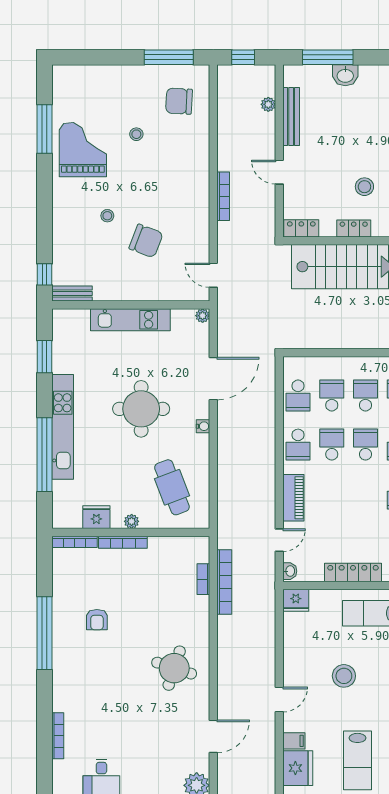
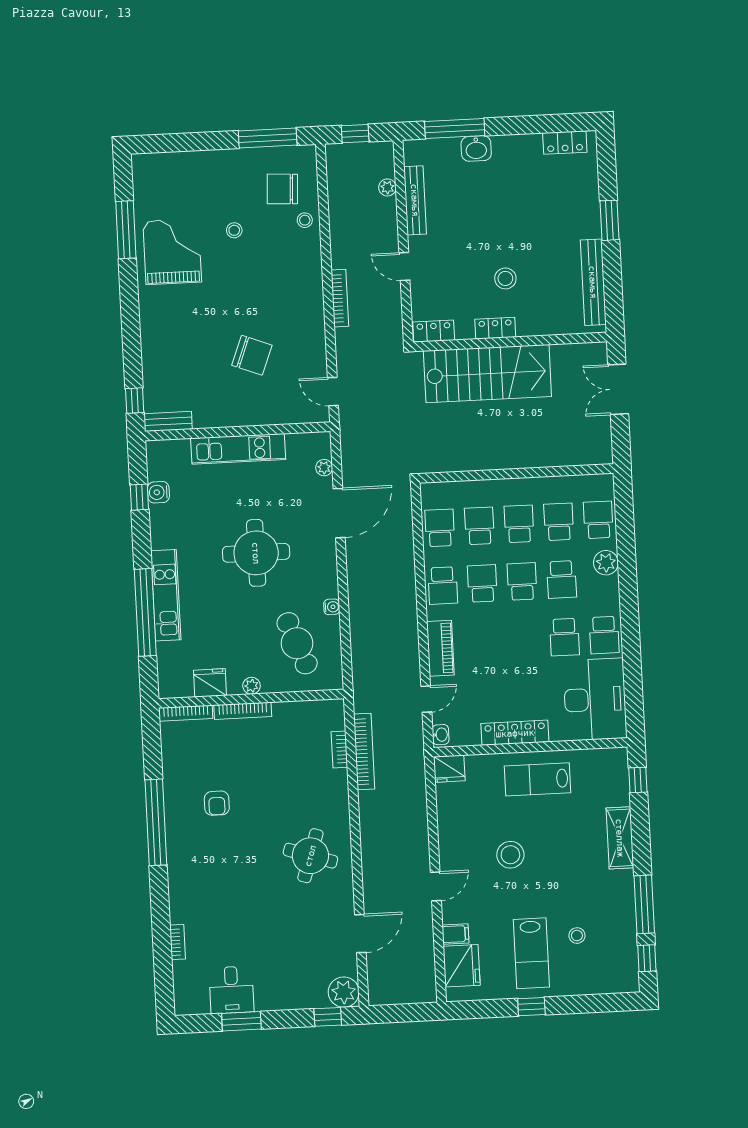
stool: (107, 216) -> (305, 220), moved
plant: (203, 316) -> (324, 468), moved
water cooler: (61, 353) -> (158, 492), added
window: (44, 357) -> (139, 497), width x0.67
school desk: (298, 396) -> (440, 528), turned 180
water cooler: (203, 426) -> (332, 607), moved
kitchen unit: (63, 427) -> (166, 595), width x0.73
bookcase: (58, 736) -> (178, 942), width x0.64

